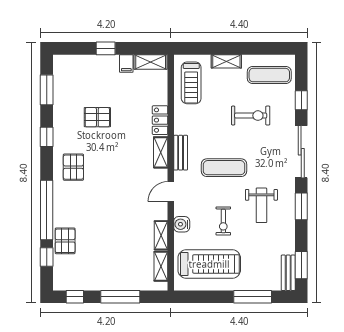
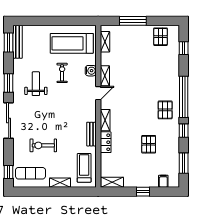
filing cabinet: (126, 63) -> (163, 181), moved
window: (301, 100) -> (9, 172), moved
pallet: (97, 117) -> (149, 144), turned 90
bench: (181, 153) -> (91, 134), moved
exercise mat: (224, 168) -> (62, 110), removed
window: (47, 210) -> (184, 97), moved
shelving: (161, 235) -> (105, 76), moved
pallet: (65, 241) -> (160, 37), moved
bench: (288, 273) -> (17, 42), width x1.36
window: (75, 297) -> (164, 21), removed
window: (253, 297) -> (42, 21), removed

